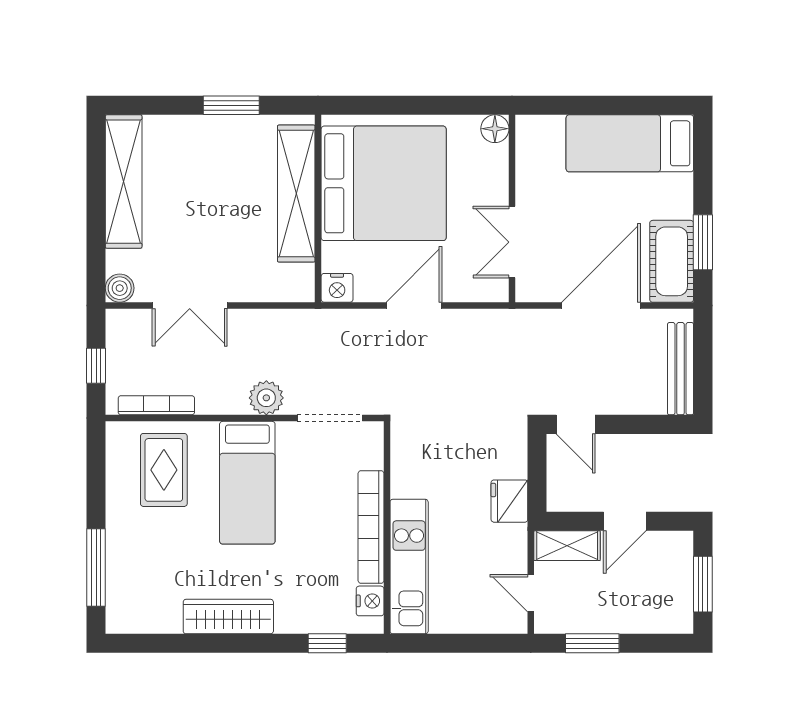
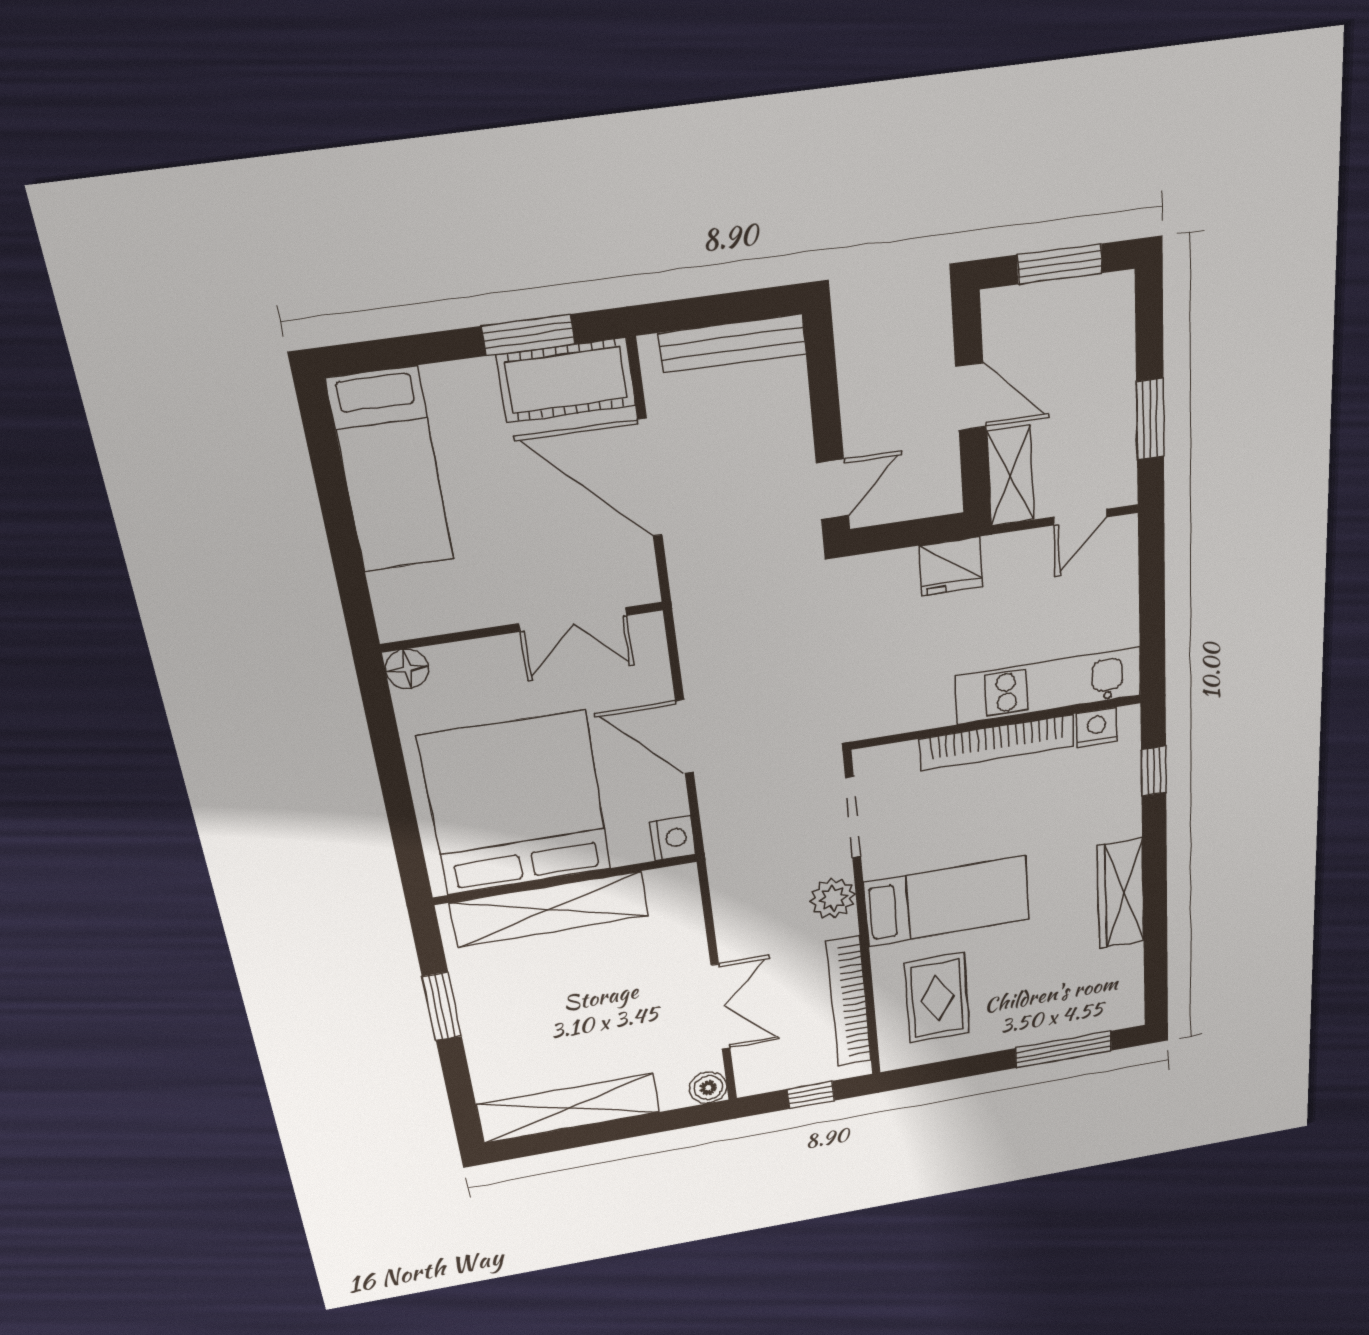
bookcase: (156, 405) -> (849, 1002), width x1.48, depth x1.31
rug: (164, 470) -> (937, 998), turned 90

